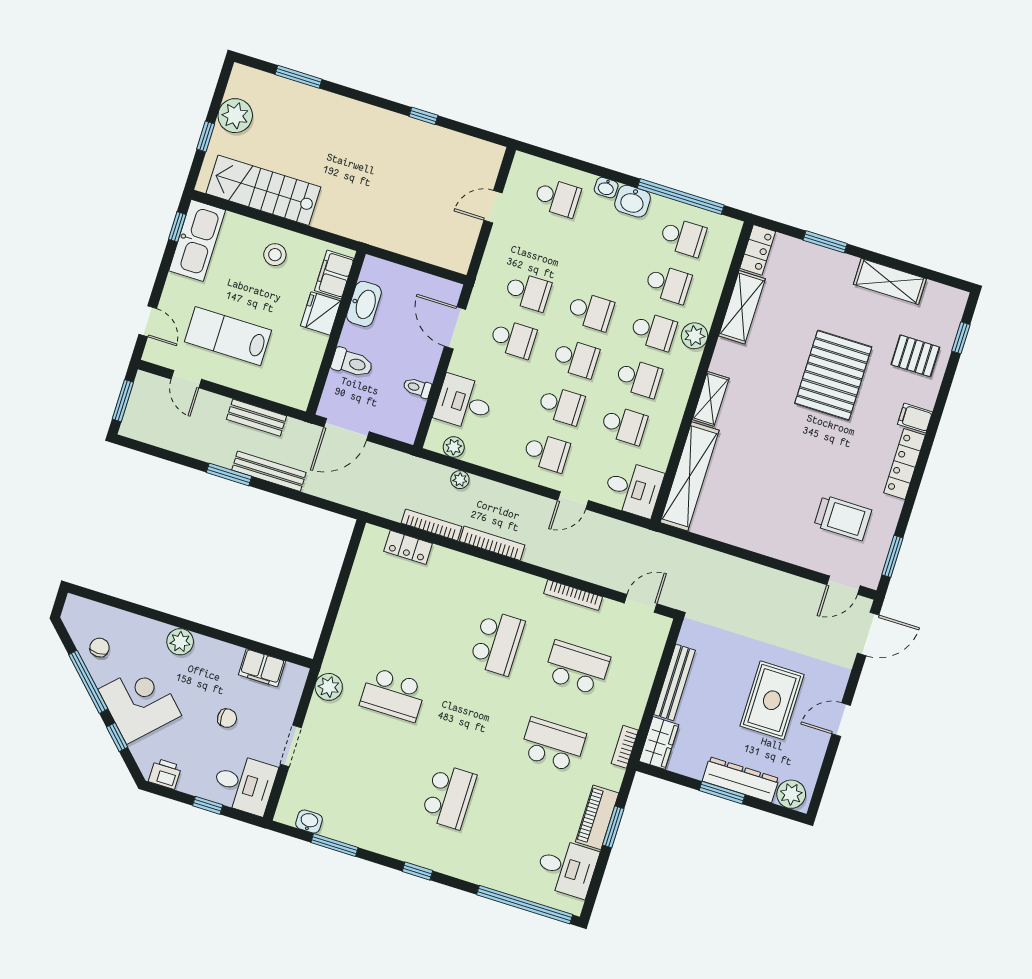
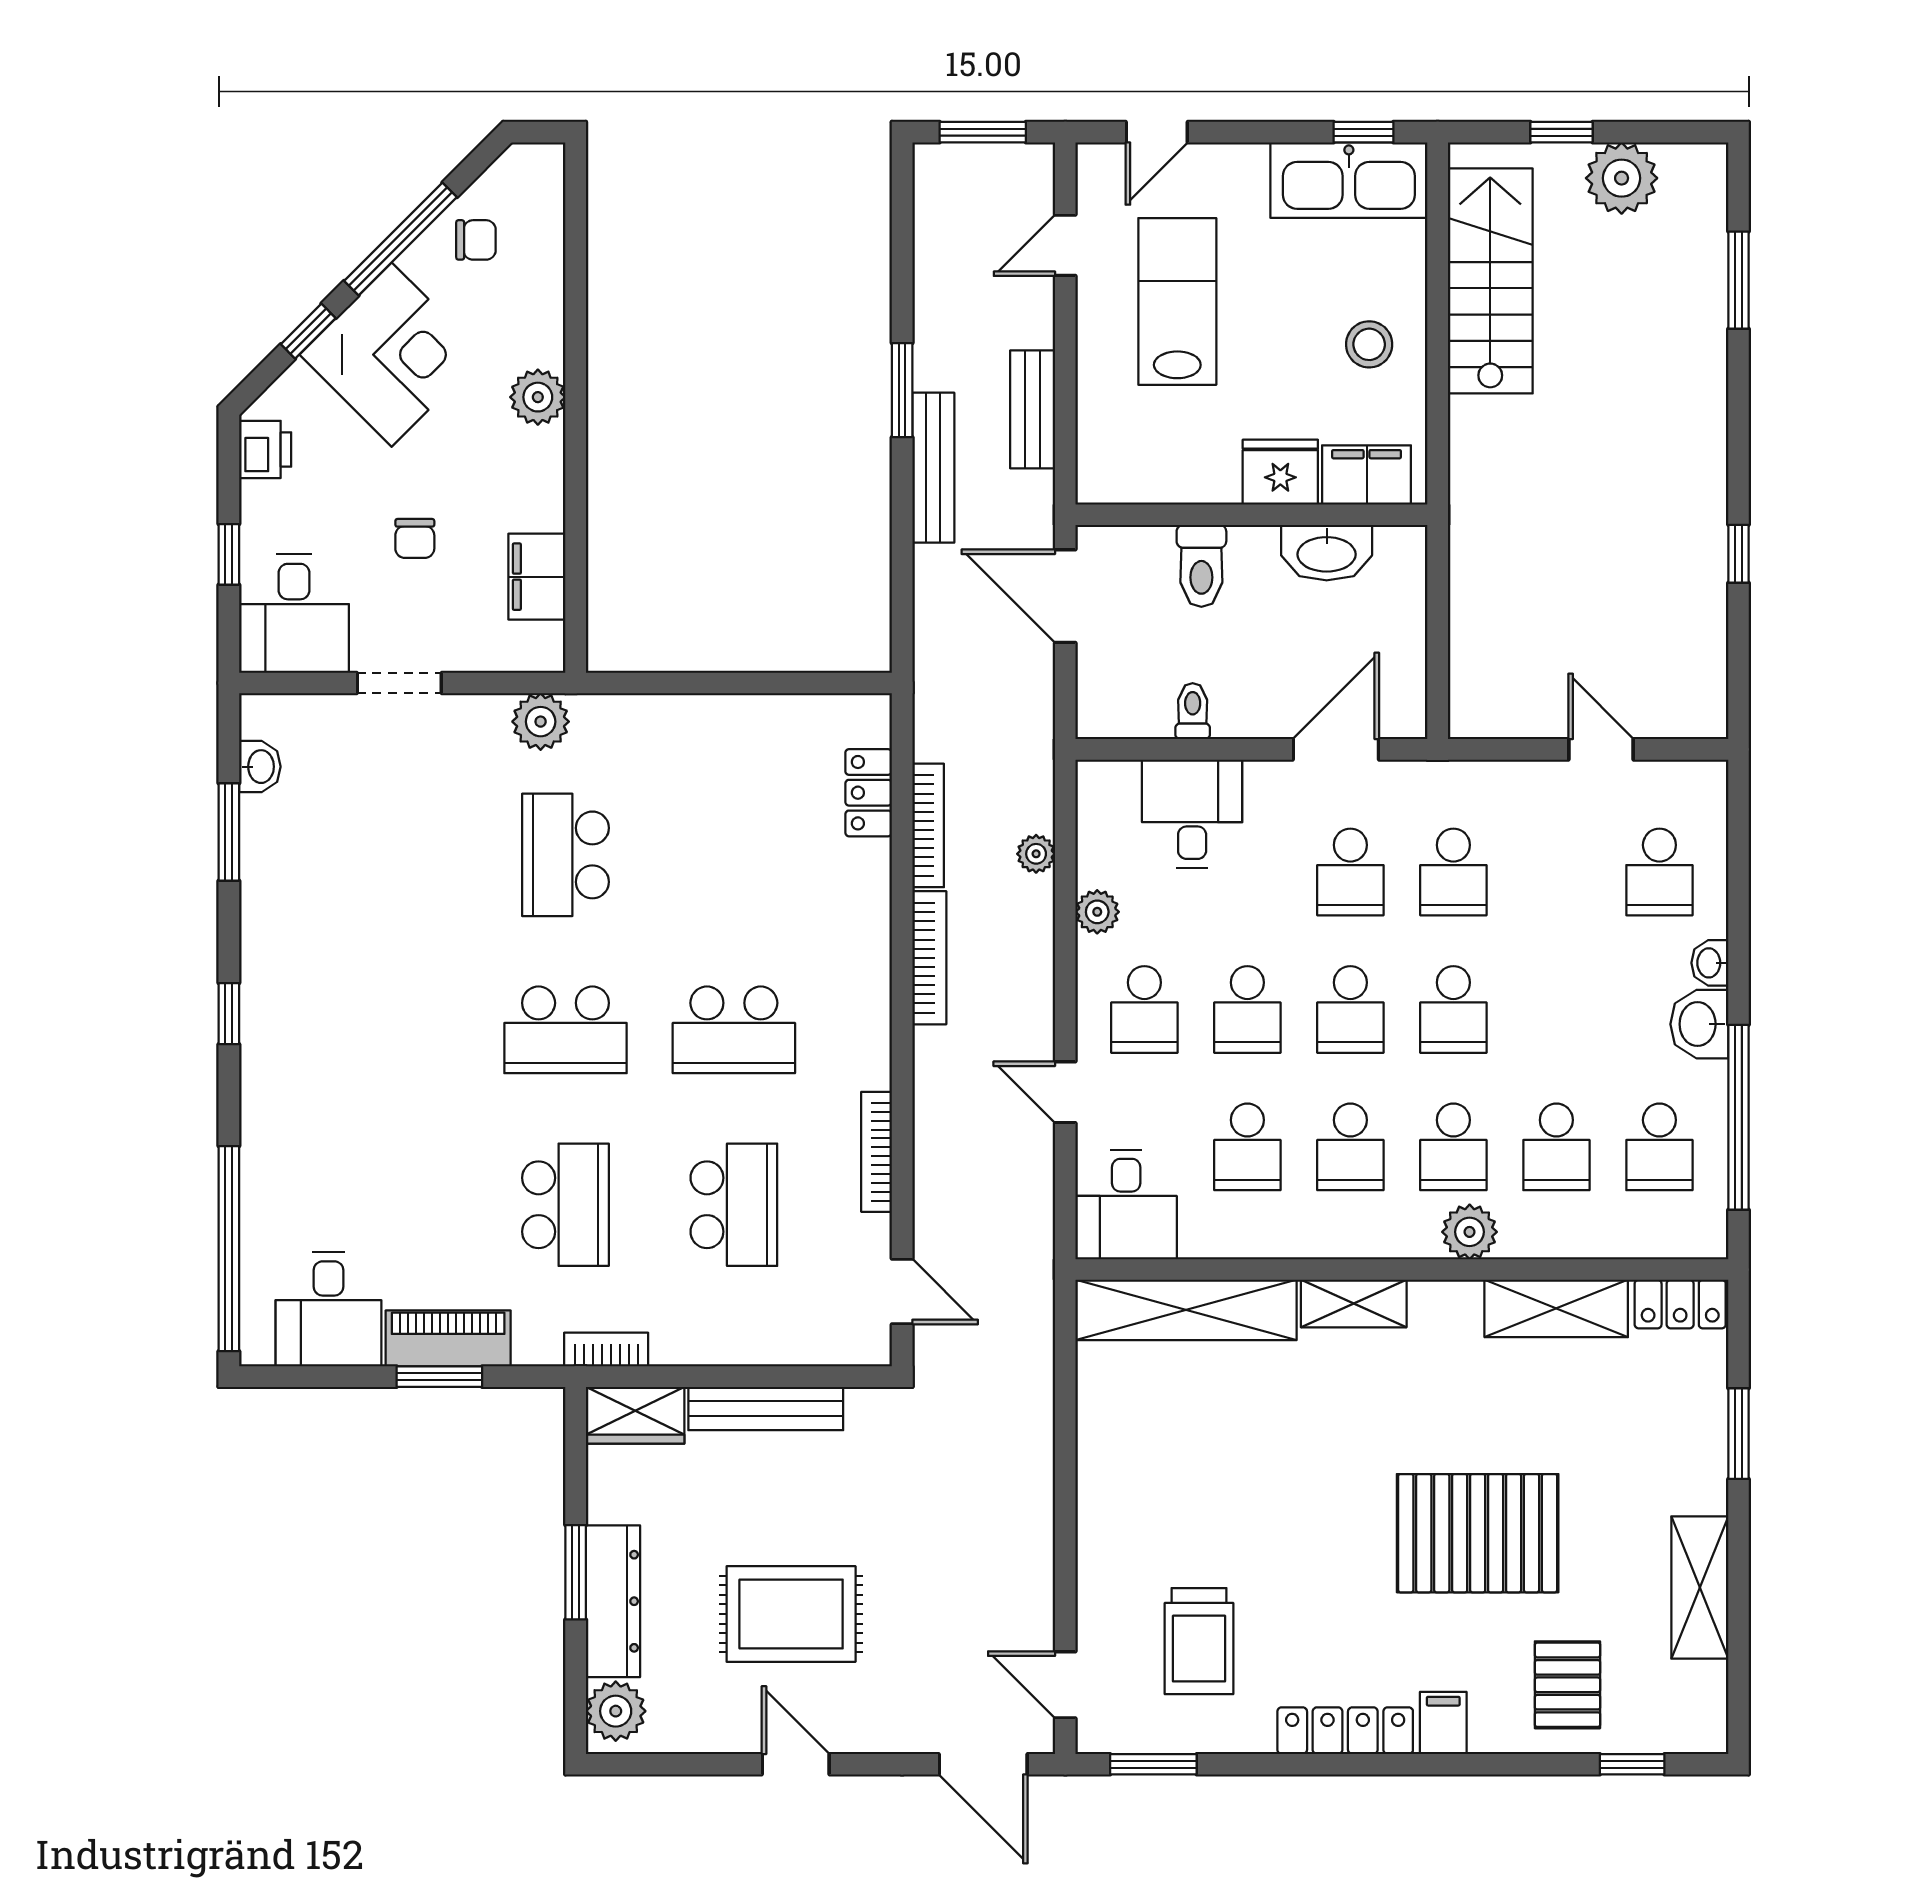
plant: (454, 447) -> (1097, 912), moved
school desk: (449, 797) -> (565, 1030), moved

